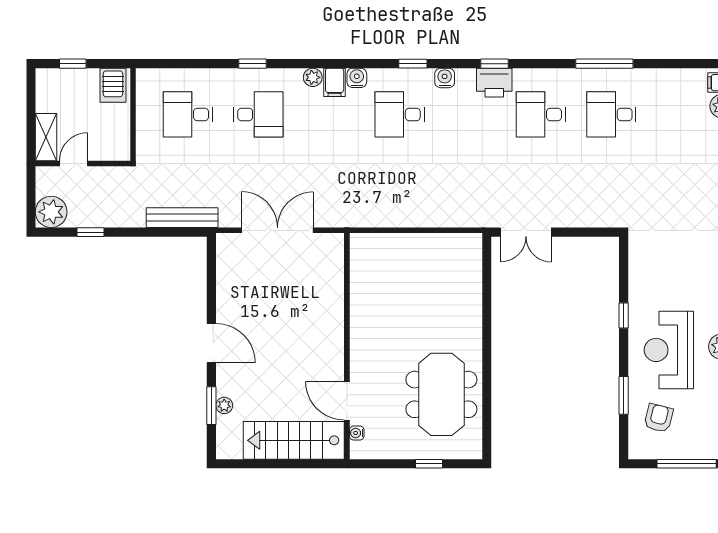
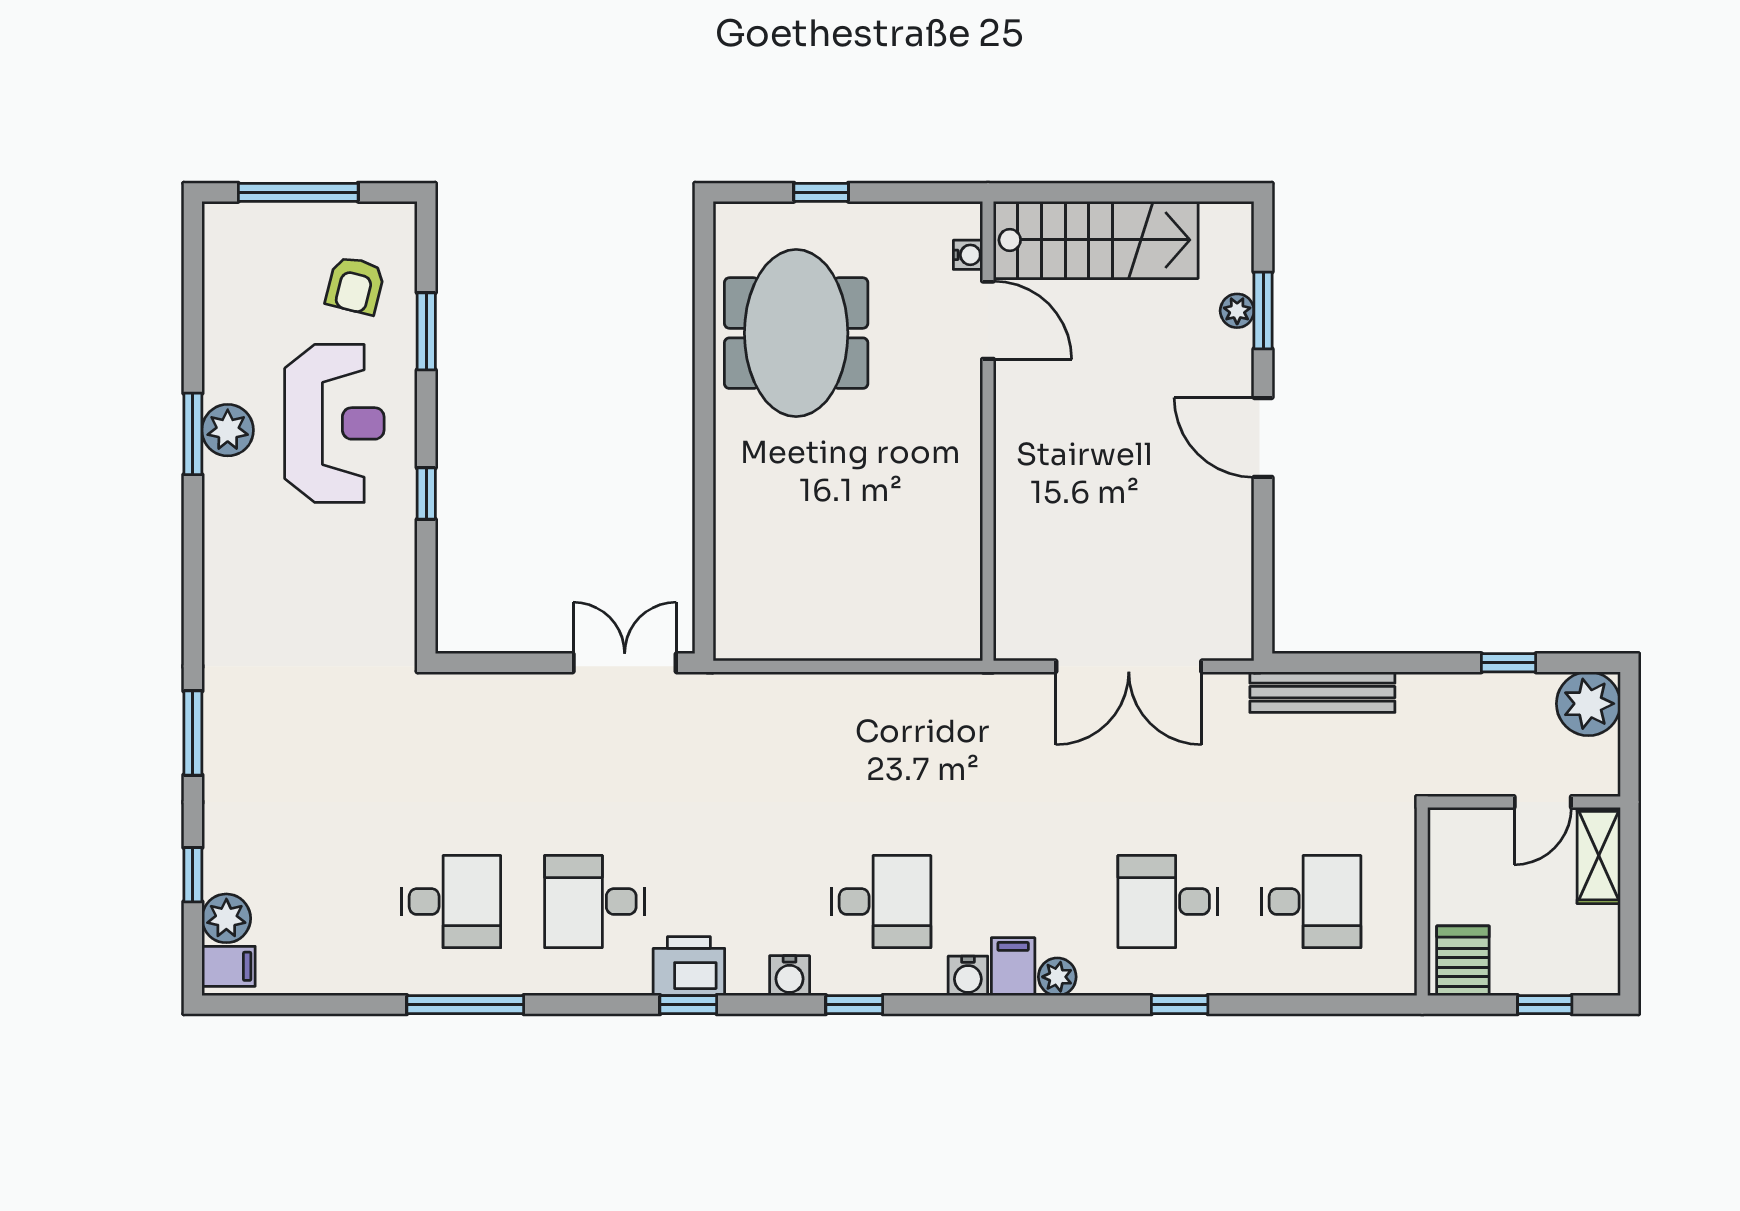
desk: (541, 114) -> (594, 902), turned 180

